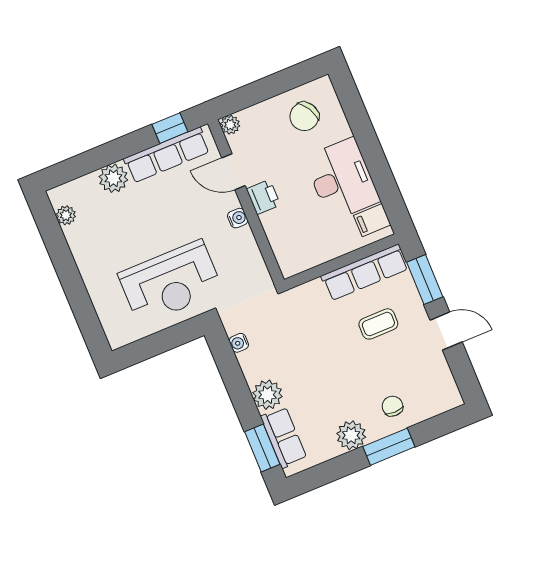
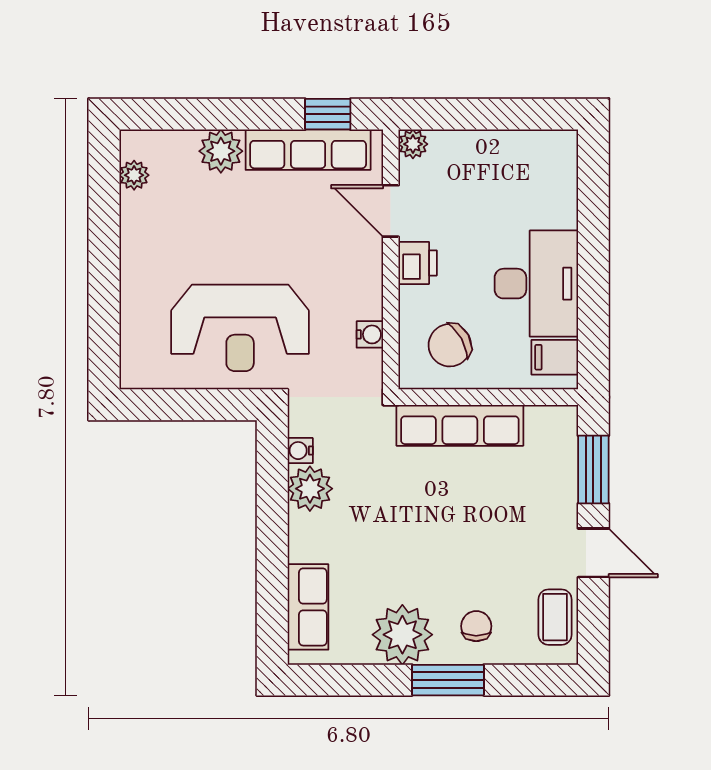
chair: (304, 116) -> (450, 345), moved
water cooler: (238, 218) -> (370, 334), moved
row of seats: (365, 272) -> (460, 425), moved
coffee table: (378, 324) -> (555, 617), moved, turned 90
plant: (267, 395) -> (310, 489), moved
plant: (351, 435) -> (402, 635), width x1.36, depth x1.36
window: (262, 448) -> (272, 609), removed

